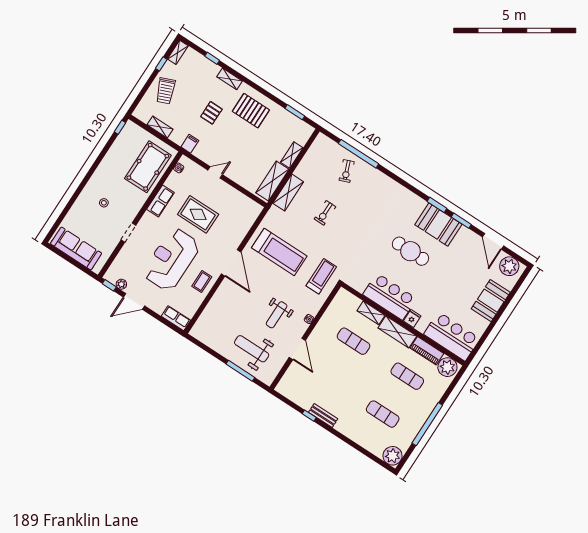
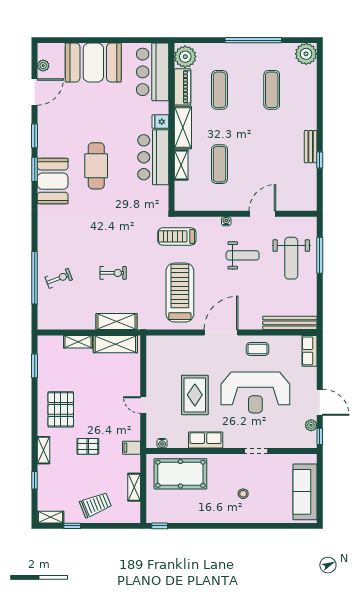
booth: (438, 225) -> (53, 181), moved
plant: (509, 266) -> (43, 66), width x0.53, depth x0.53
booth: (491, 301) -> (93, 63), width x1.36, depth x1.42
bench: (205, 317) -> (290, 323), added

